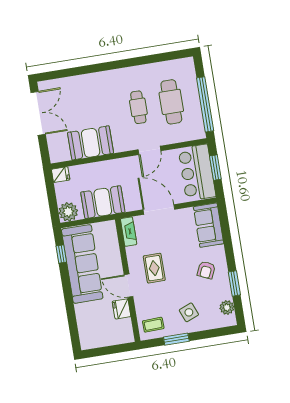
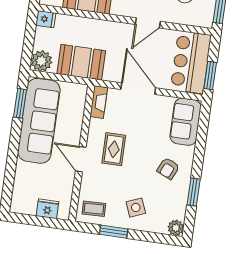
window: (215, 168) -> (210, 76), moved
window: (61, 254) -> (20, 103), width x1.50
plant: (227, 308) -> (176, 228), moved
fridge: (122, 309) -> (47, 209), moved, turned 90

